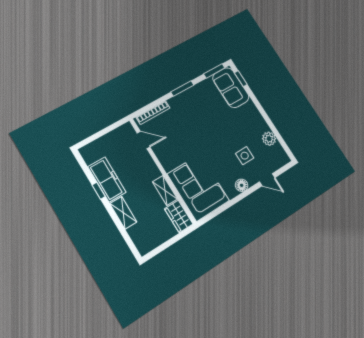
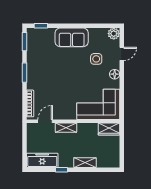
sofa: (231, 88) -> (72, 37), moved
plant: (269, 139) -> (114, 34), moved
freezer: (107, 180) -> (42, 160), moved
shelving: (165, 190) -> (66, 128), moved

